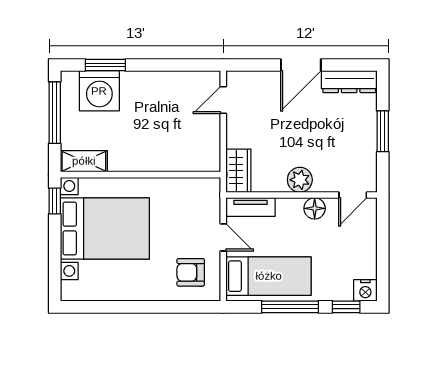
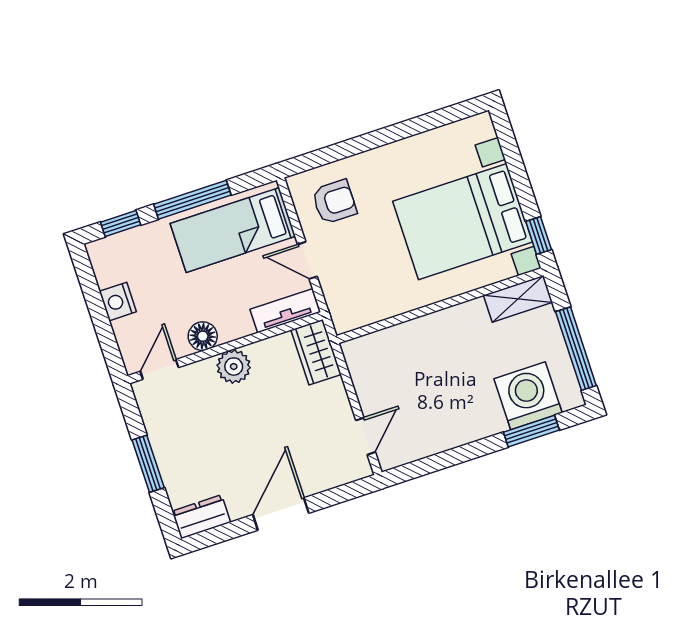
dresser: (349, 82) -> (201, 517), width x0.70
nightstand: (365, 290) -> (118, 302), moved, turned -90

